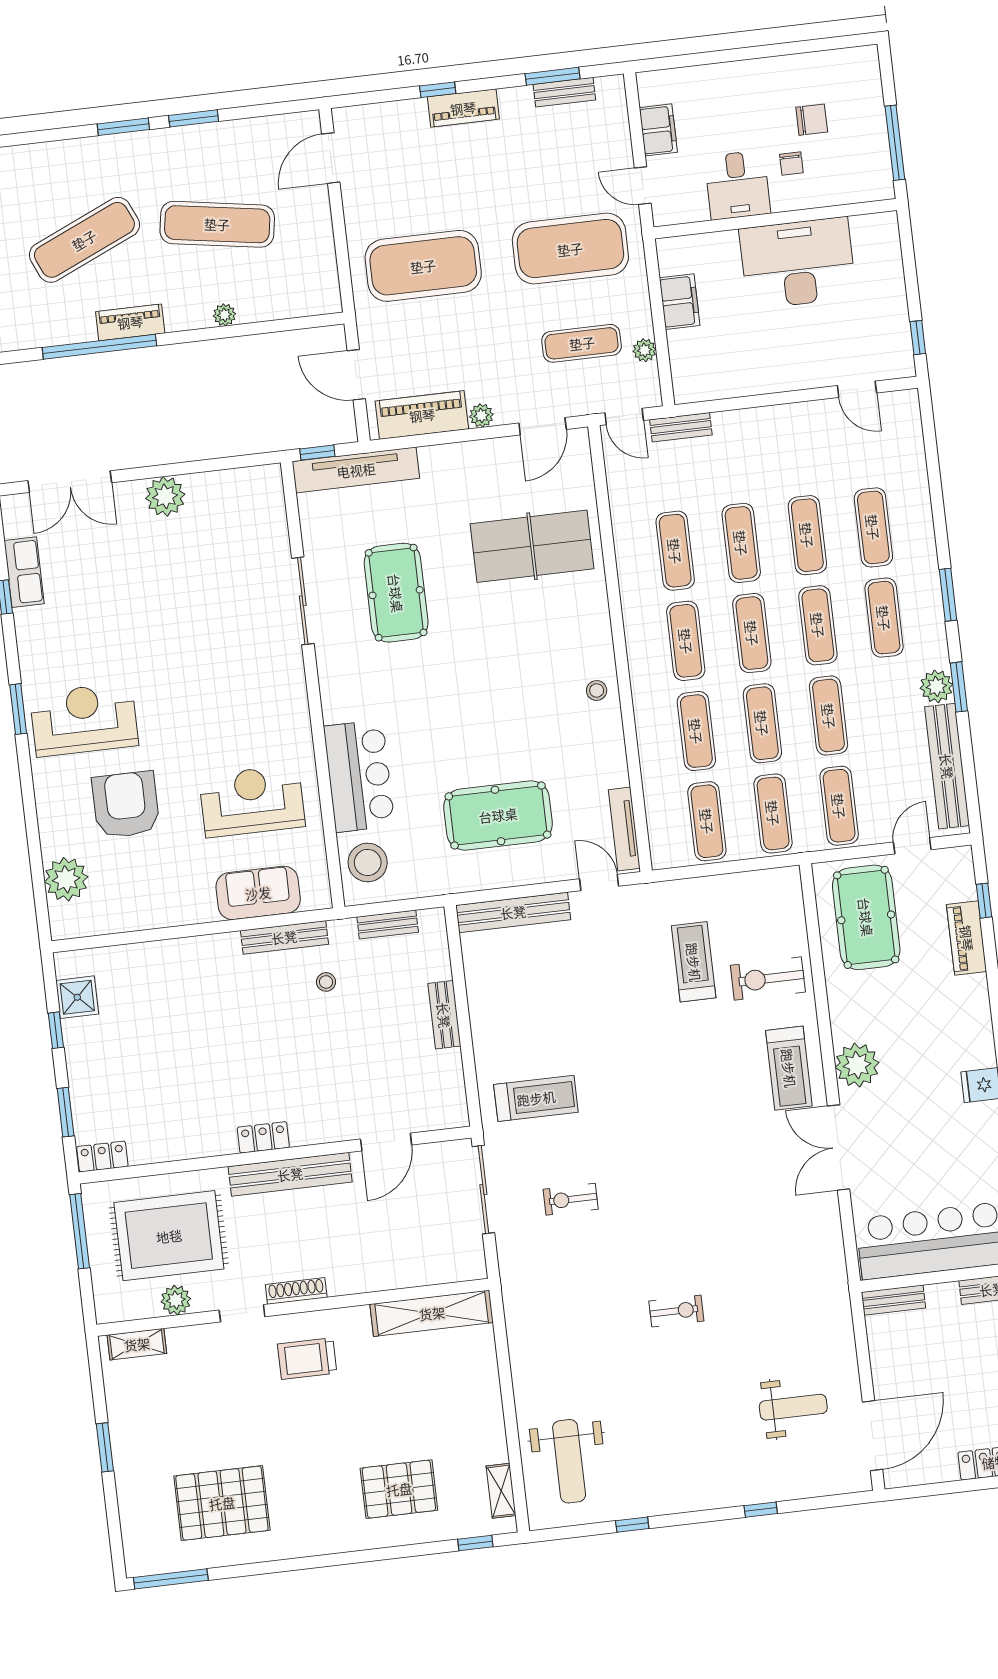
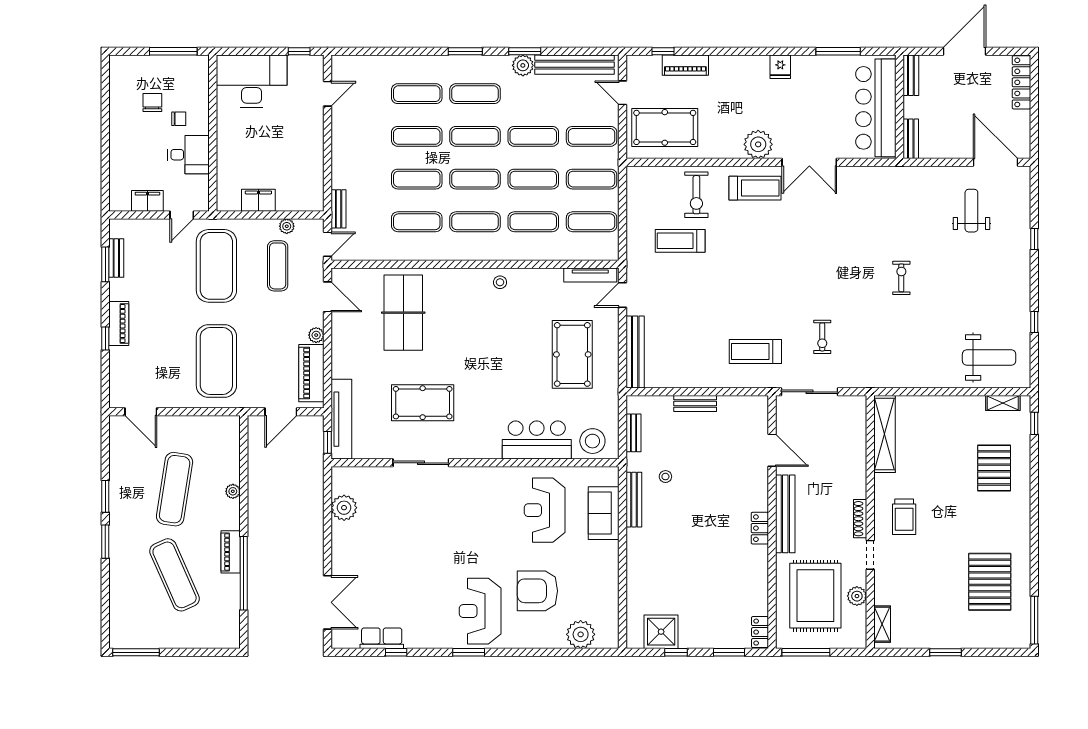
desk: (798, 263) -> (252, 81), moved, turned 90
plant: (165, 496) -> (344, 508), moved
shower: (77, 997) -> (661, 632), width x1.36, depth x1.36
treadmill: (536, 1098) -> (755, 351), turned -90

